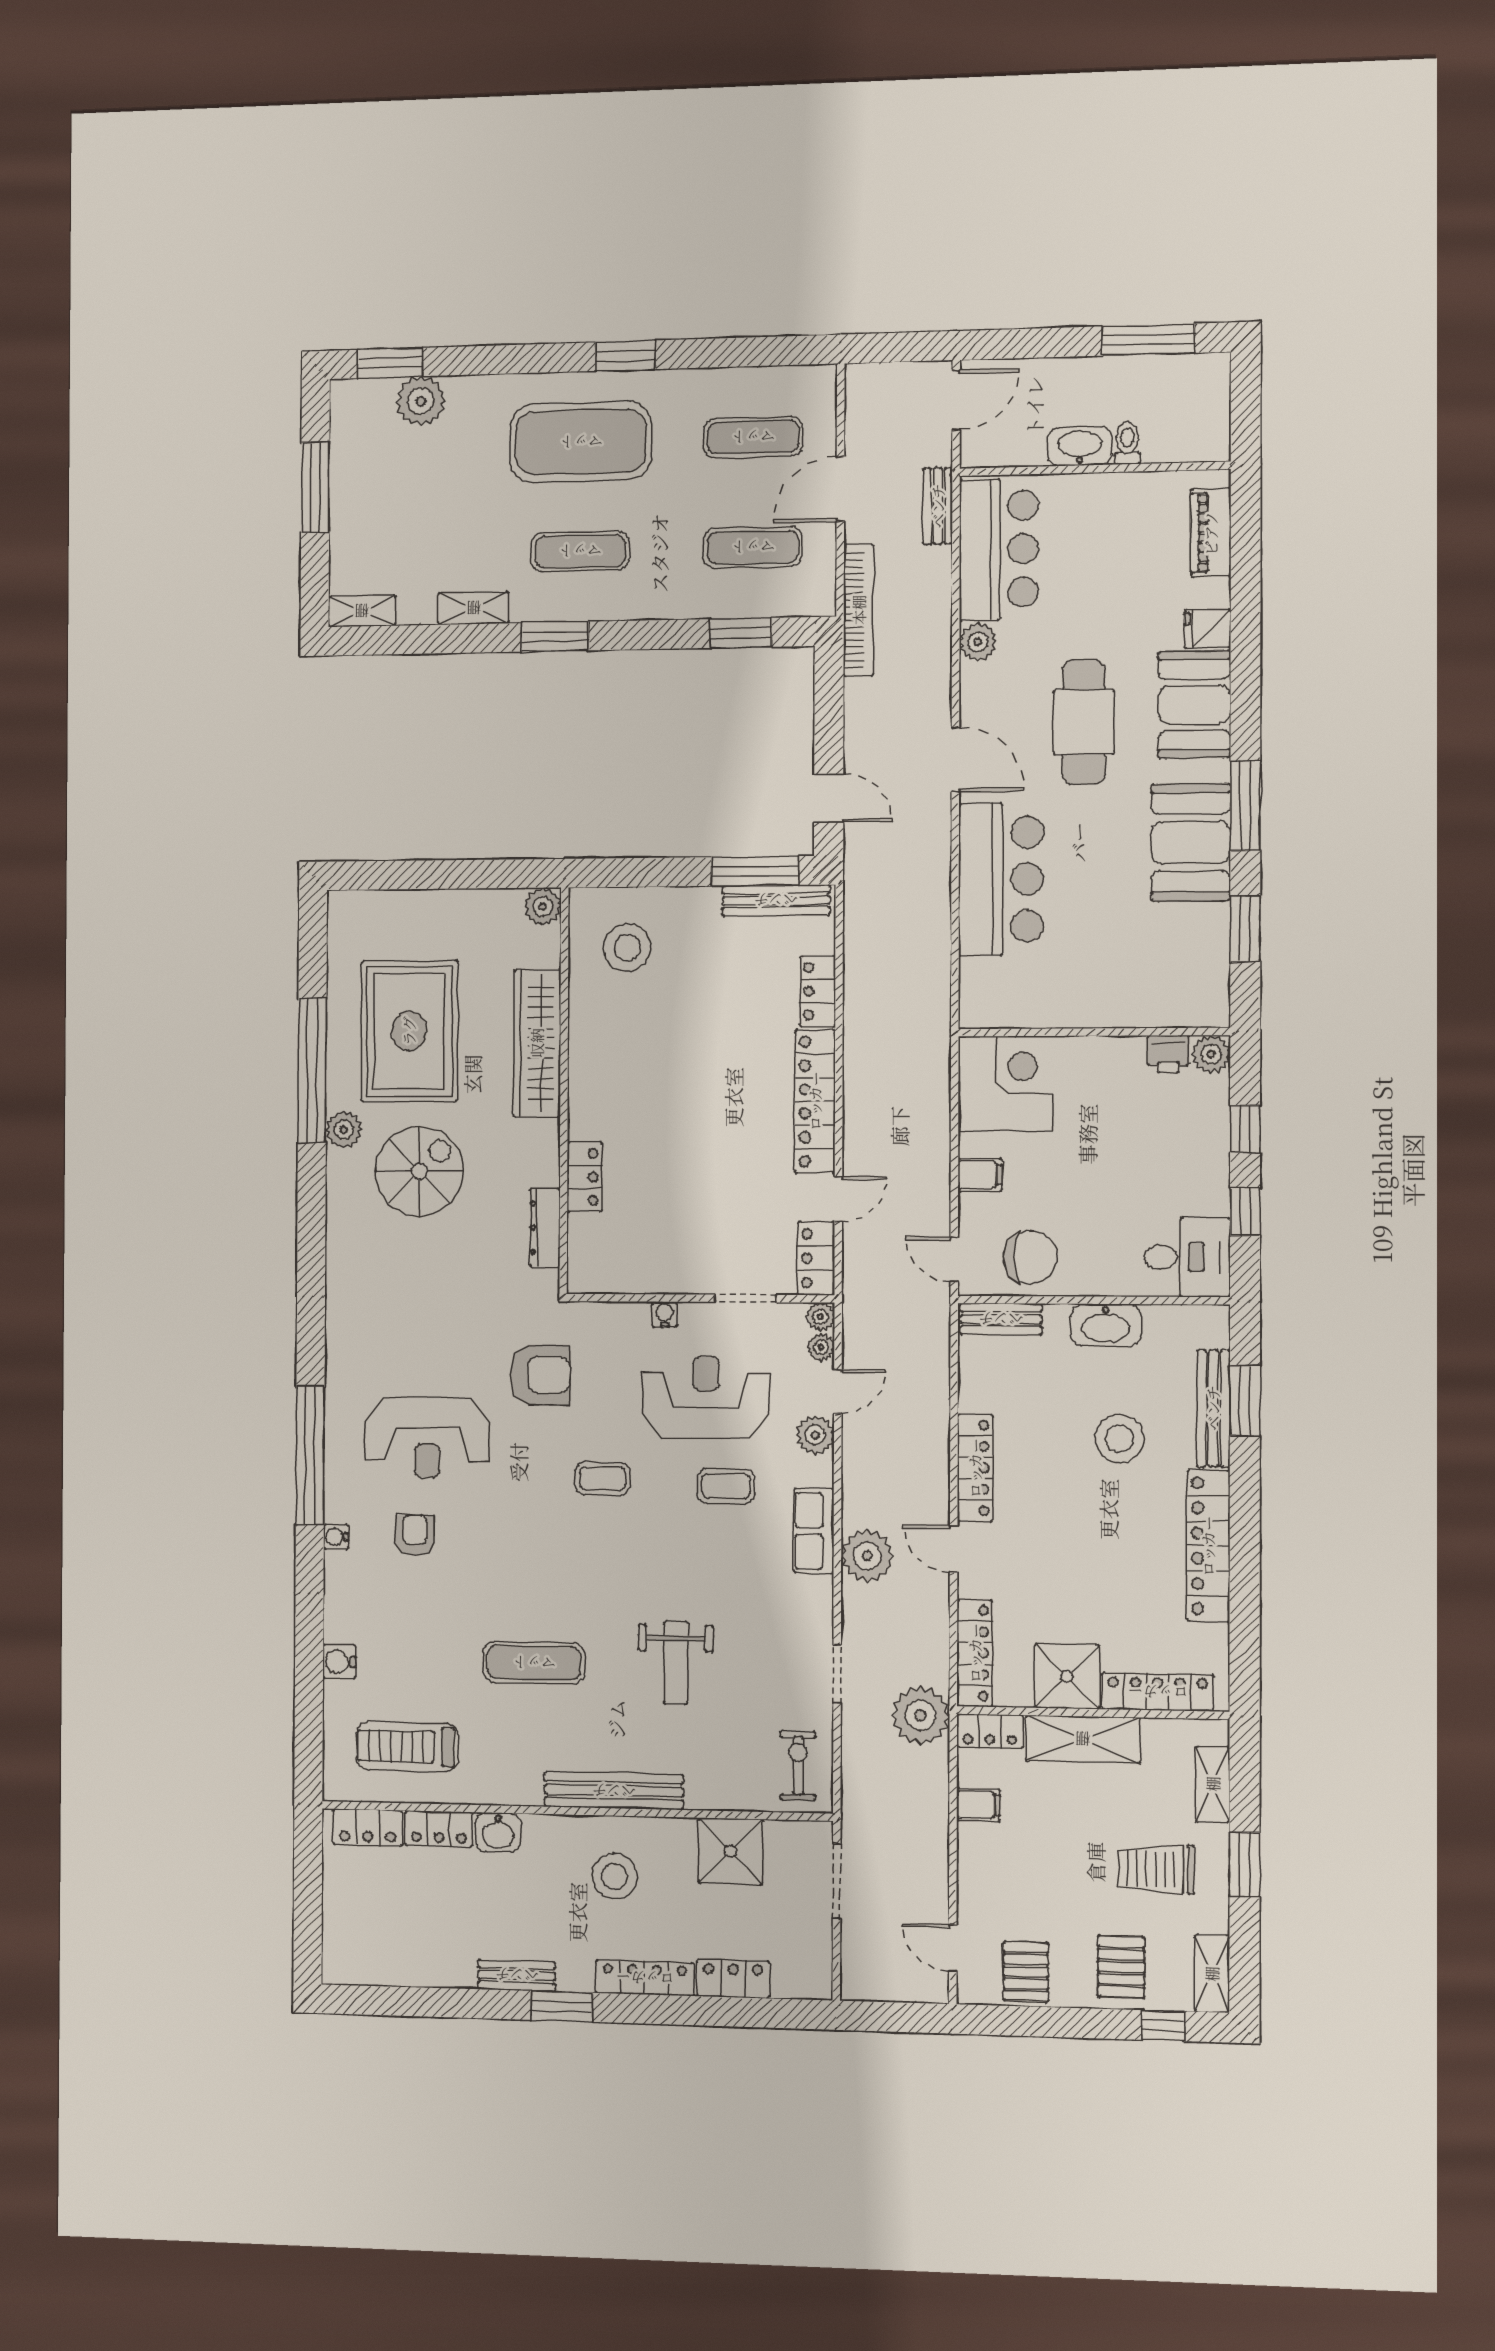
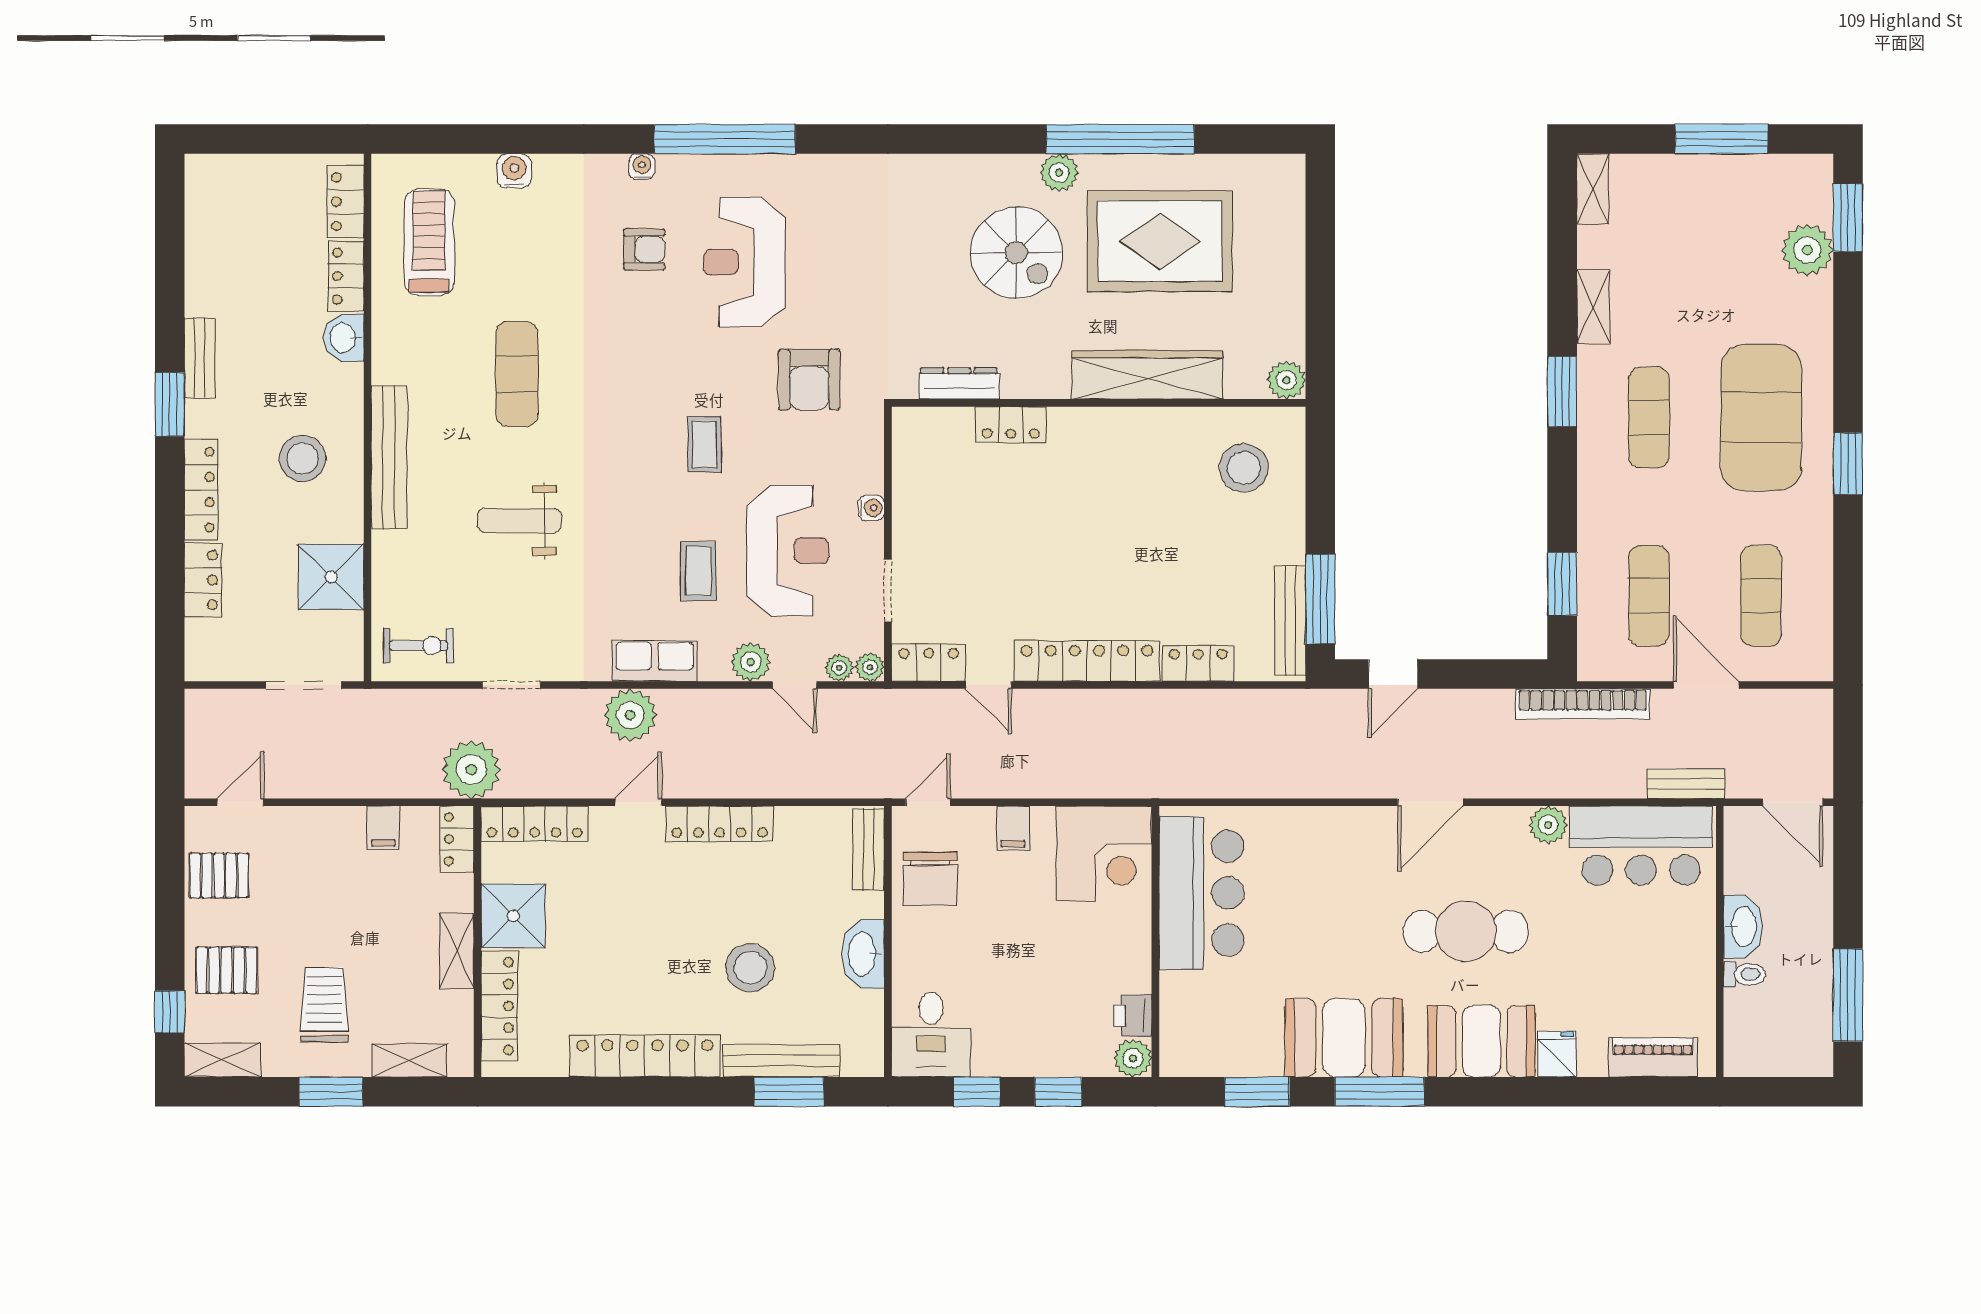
bar counter: (1001, 879) -> (1202, 893), moved, turned -90
shelving: (1083, 1739) -> (457, 951), width x0.67, depth x0.75

